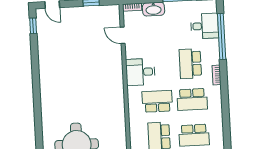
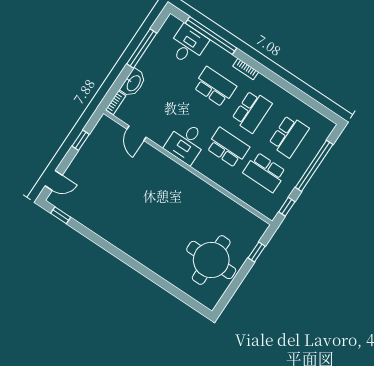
door: (123, 35) -> (136, 133), hinge flipped
school desk: (190, 64) -> (215, 87), turned 180
school desk: (157, 101) -> (228, 148), turned 90

